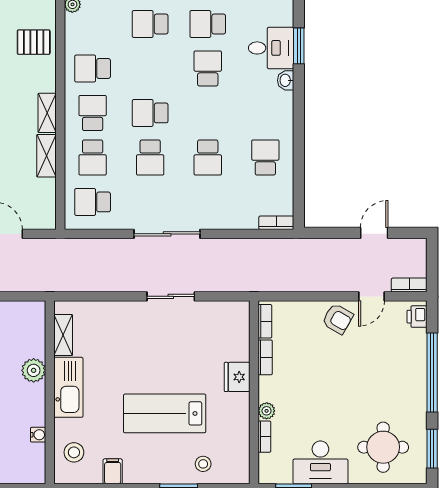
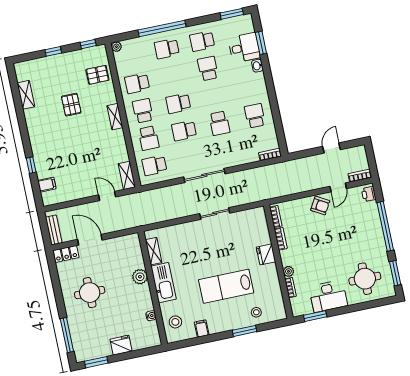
shelving: (46, 156) -> (127, 175), moved
school desk: (150, 157) -> (184, 131), turned 90

